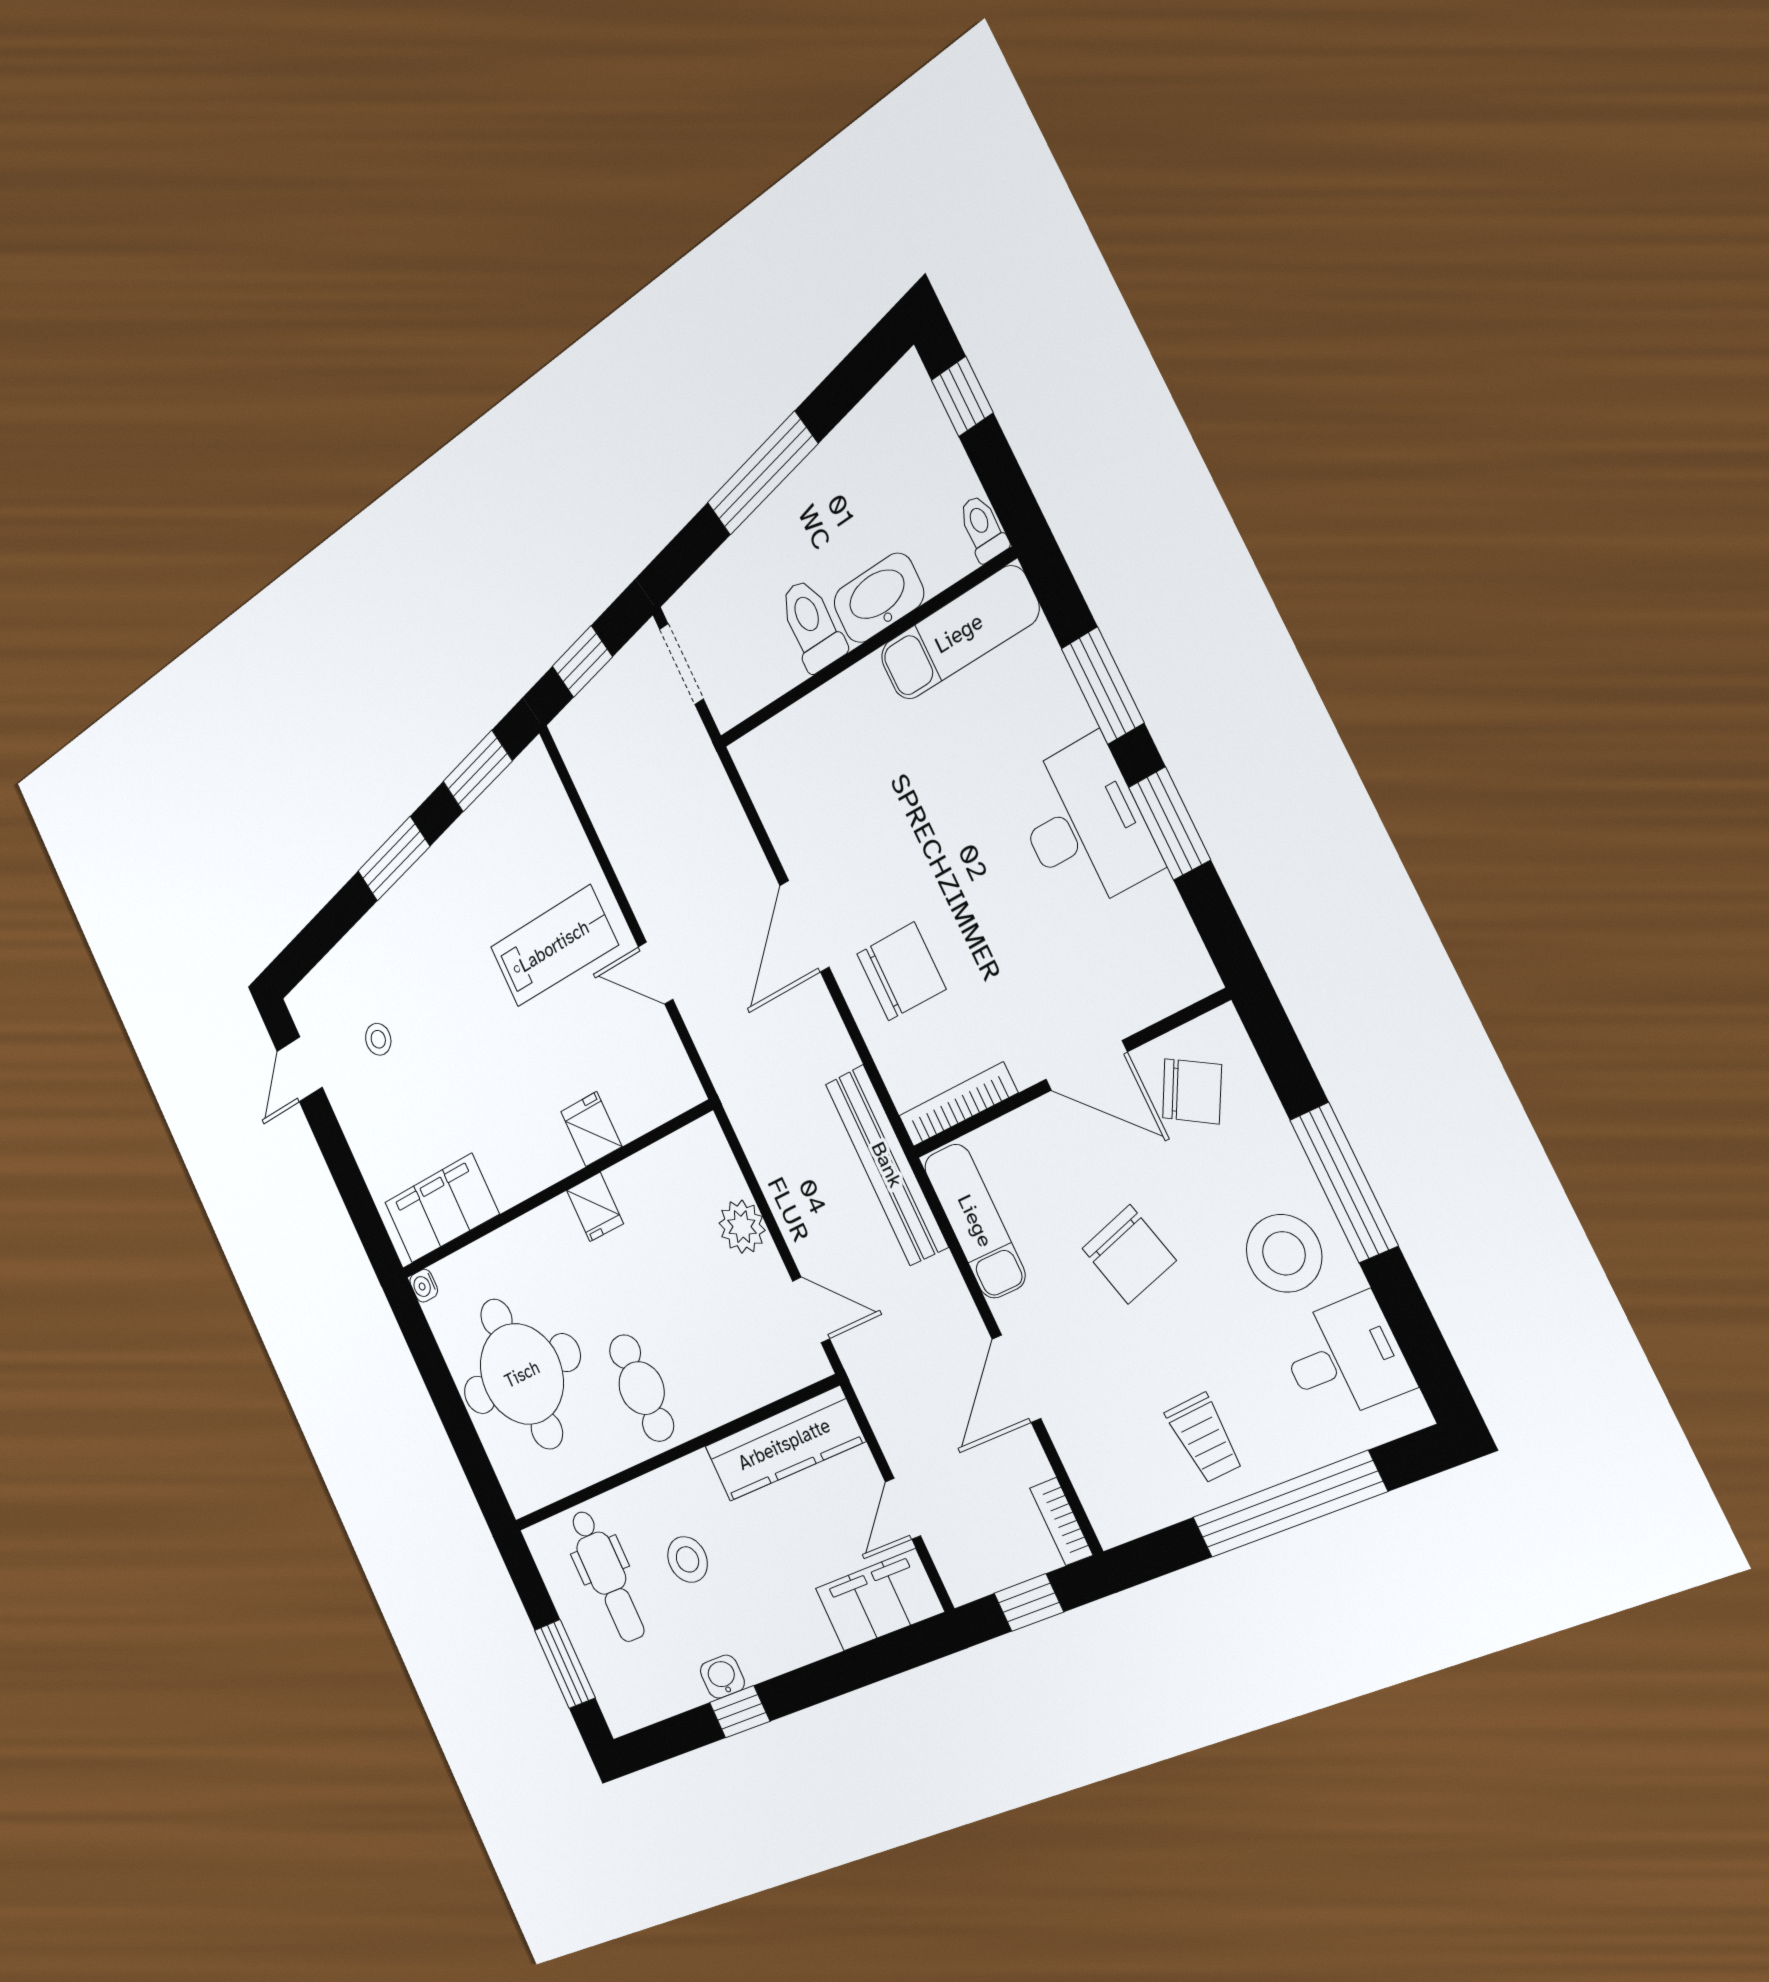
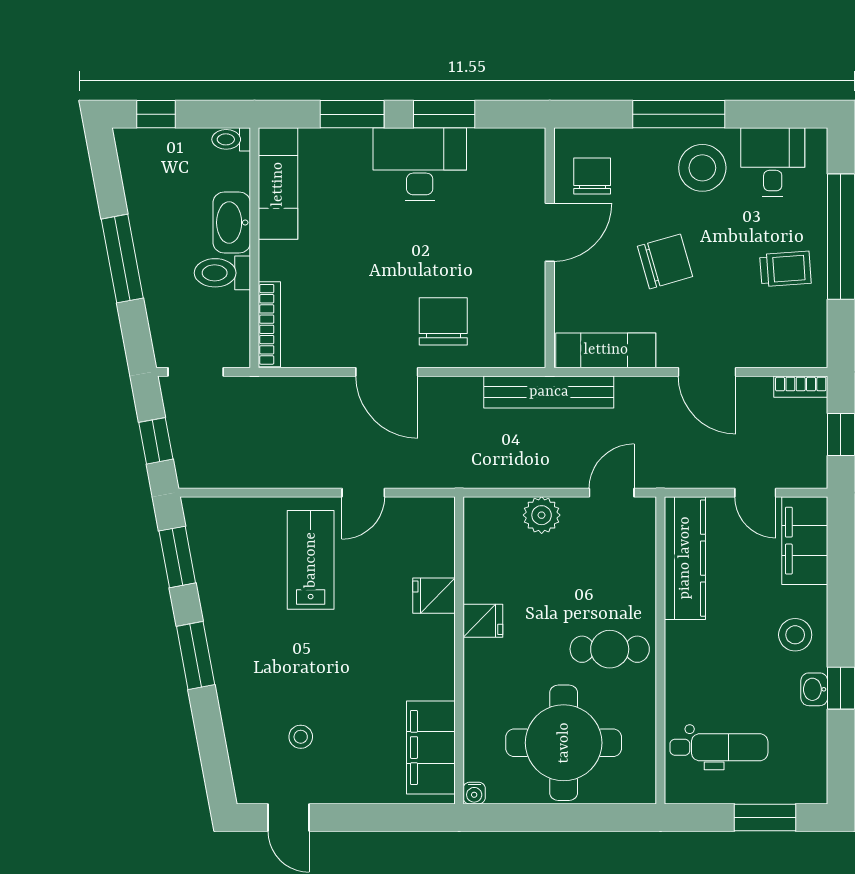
chair: (1192, 1091) -> (592, 176), turned -30
bookcase: (958, 1104) -> (269, 324), moved, turned 180
stool: (687, 1559) -> (795, 635), moved

